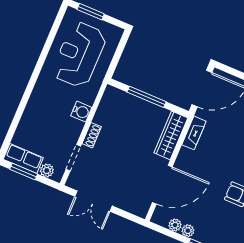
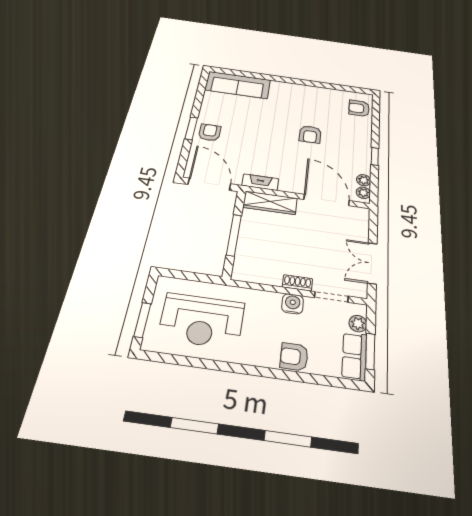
water cooler: (81, 112) -> (293, 304), moved
armchair: (34, 114) -> (294, 357), added
double door: (94, 201) -> (372, 263), swing flipped
plant: (188, 231) -> (363, 193), moved

